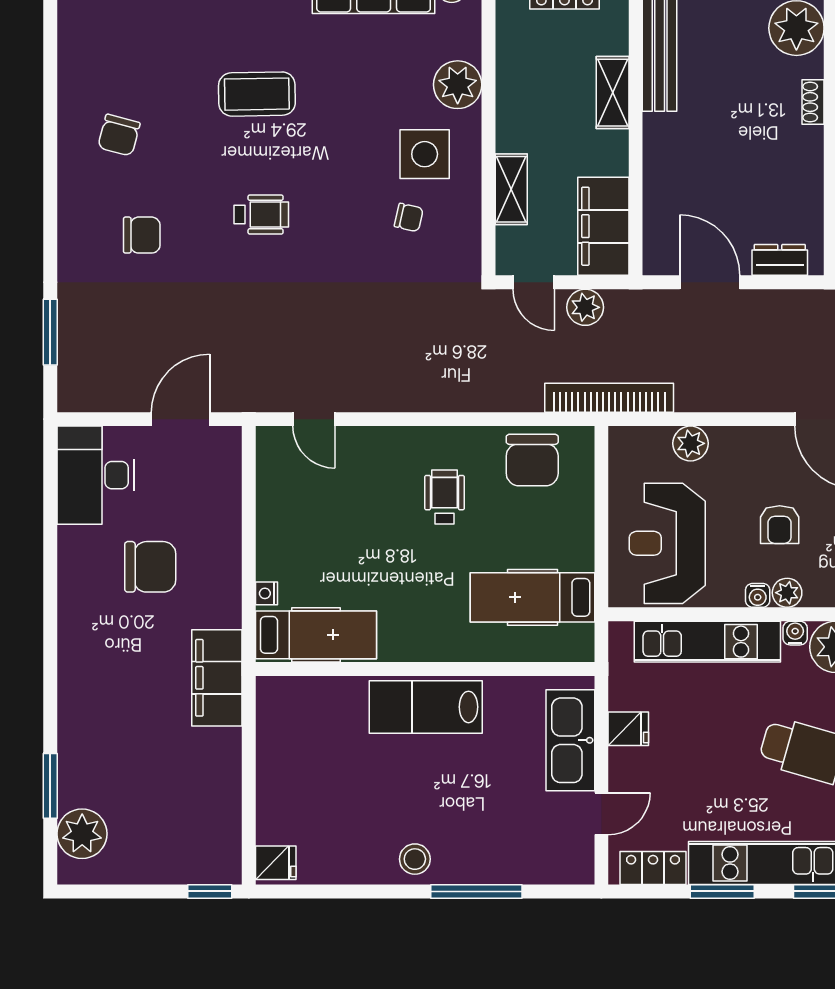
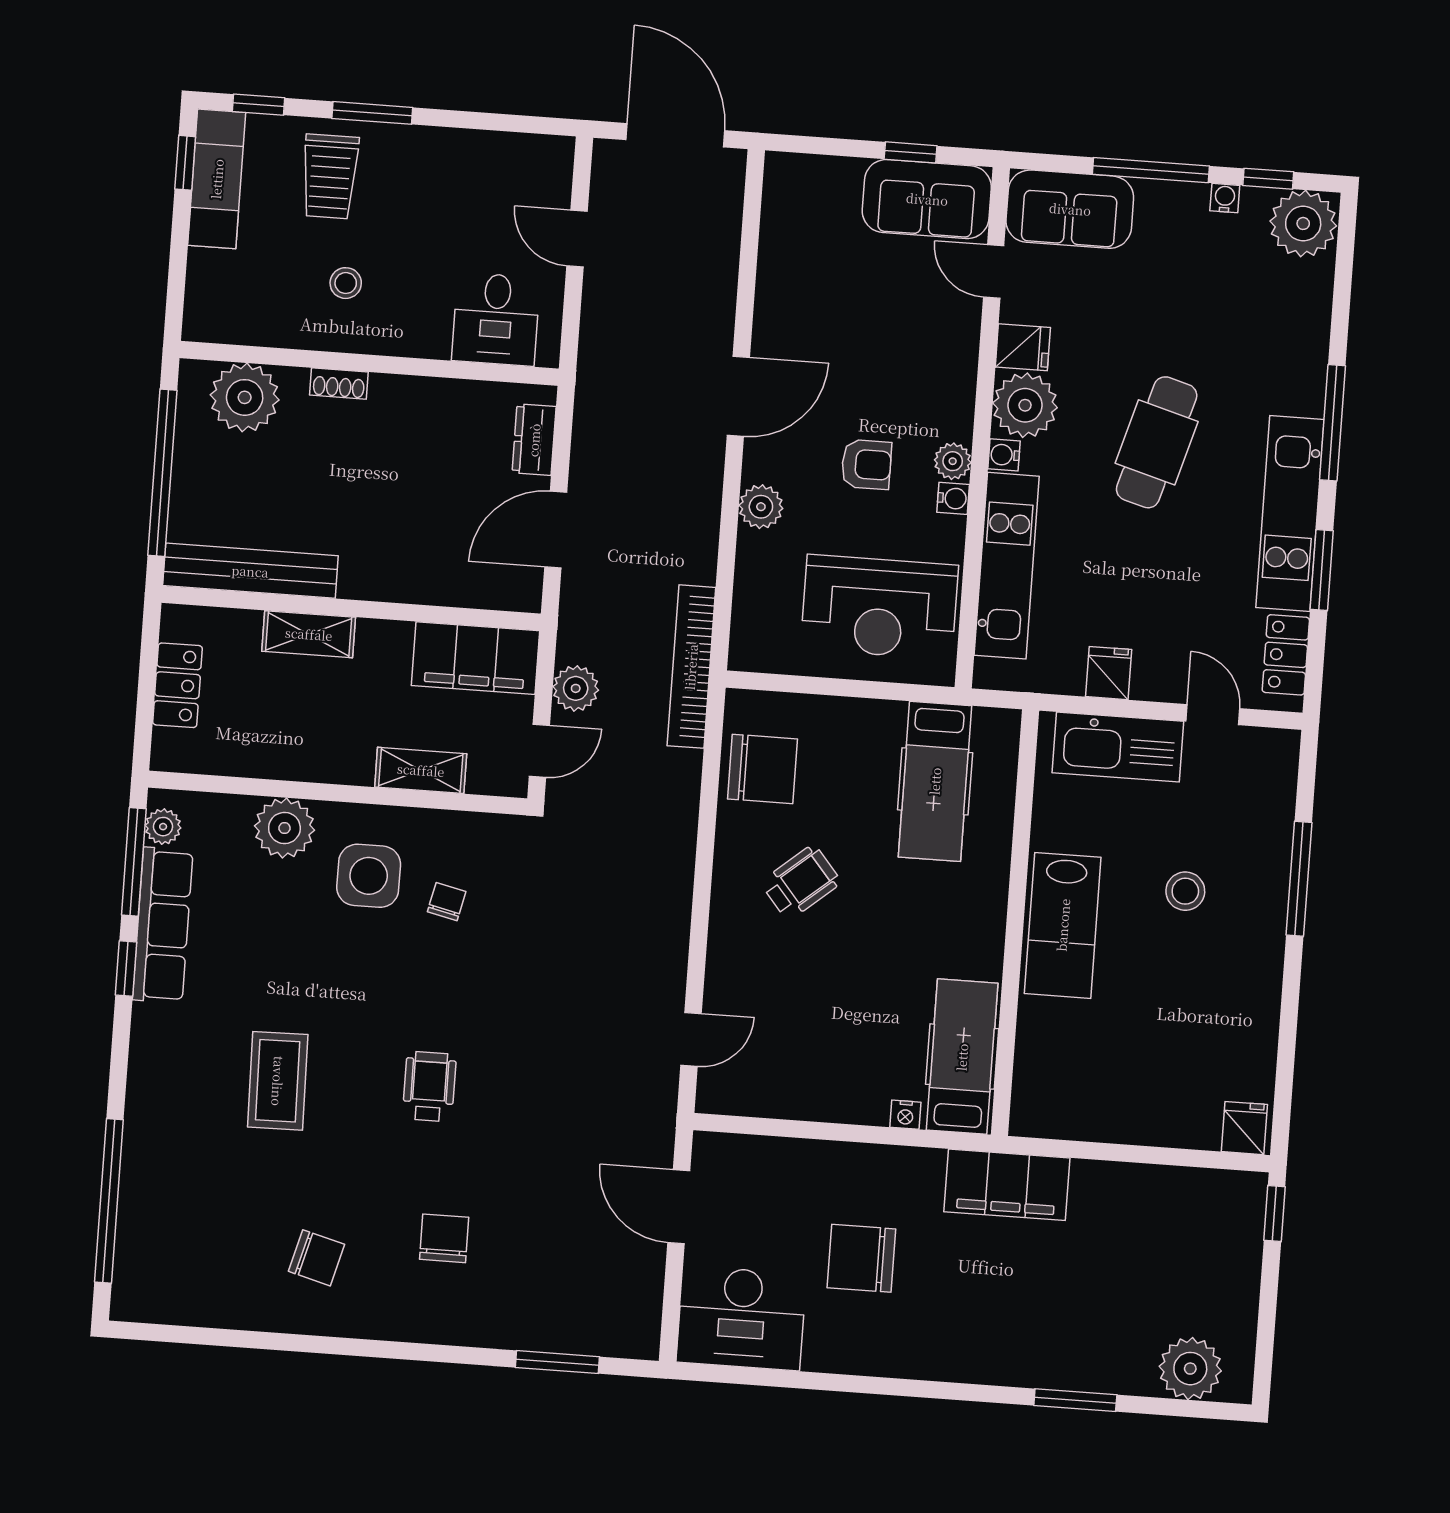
plant: (691, 443) -> (761, 507), moved
wheelchair: (445, 497) -> (801, 882), turned 140
chair: (150, 567) -> (861, 1258), turned -90
window: (50, 786) -> (1075, 1400), moved
stool: (415, 859) -> (1185, 891), moved

